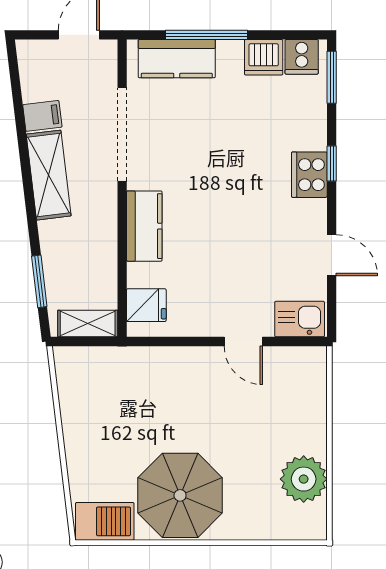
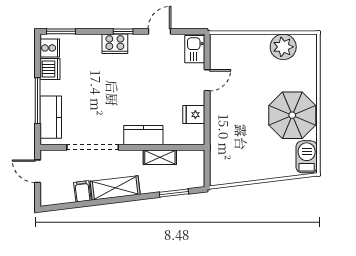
window: (332, 164) -> (123, 31), moved
fridge: (146, 305) -> (194, 115), moved, turned -90
shelving: (88, 324) -> (160, 157), moved, turned 90

